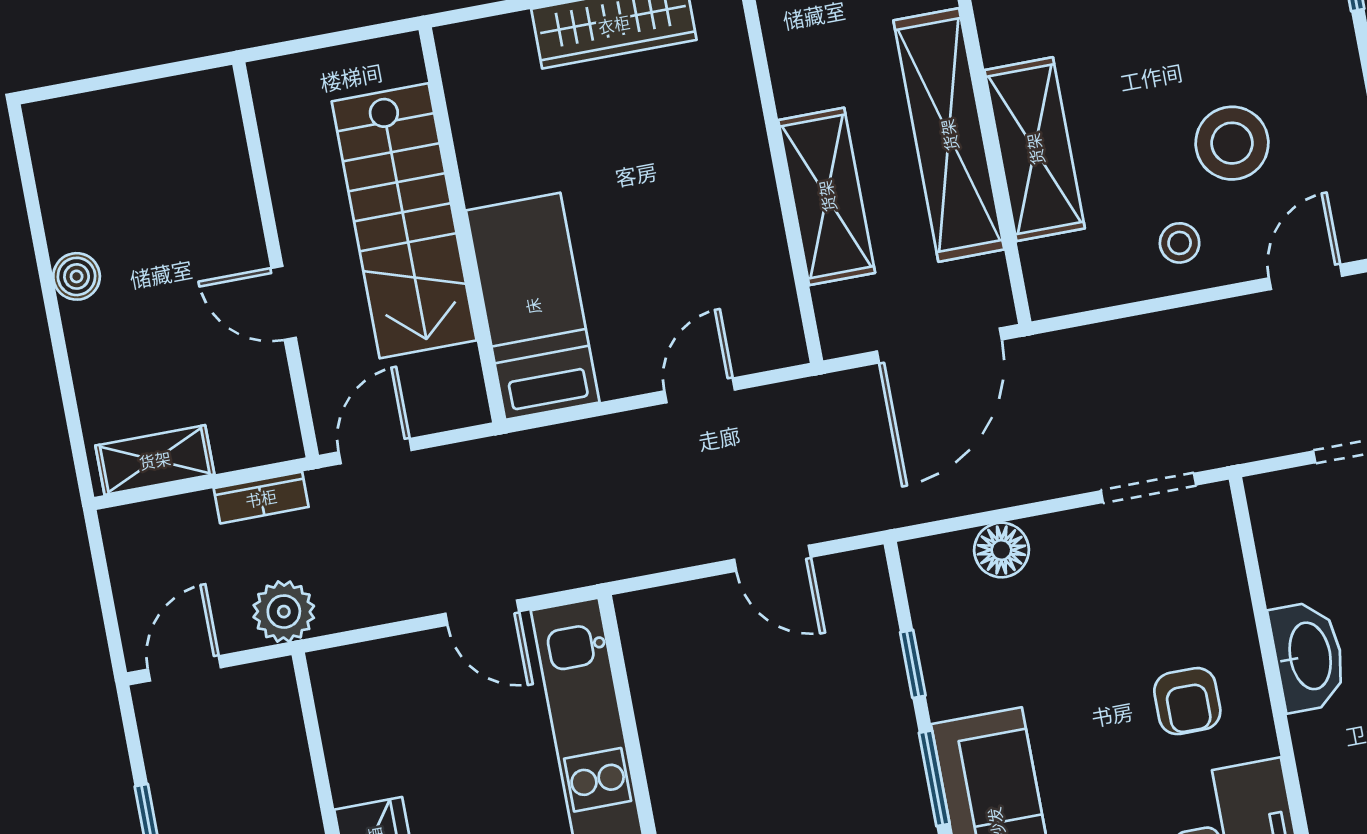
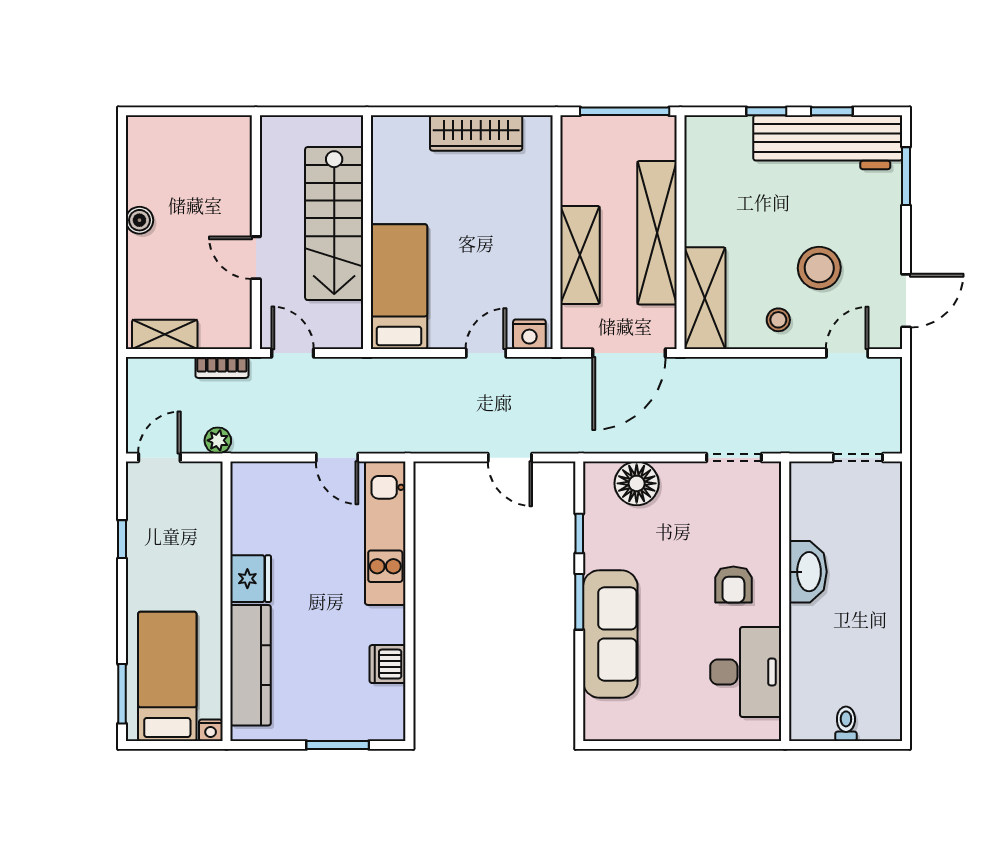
shelving: (1035, 149) -> (705, 298), moved
nightstand: (767, 345) -> (529, 334), added
door: (375, 451) -> (293, 353), hinge flipped
floor lamp: (1001, 550) -> (637, 483), width x1.38, depth x1.38
plant: (284, 612) -> (218, 440), width x0.73, depth x0.73

